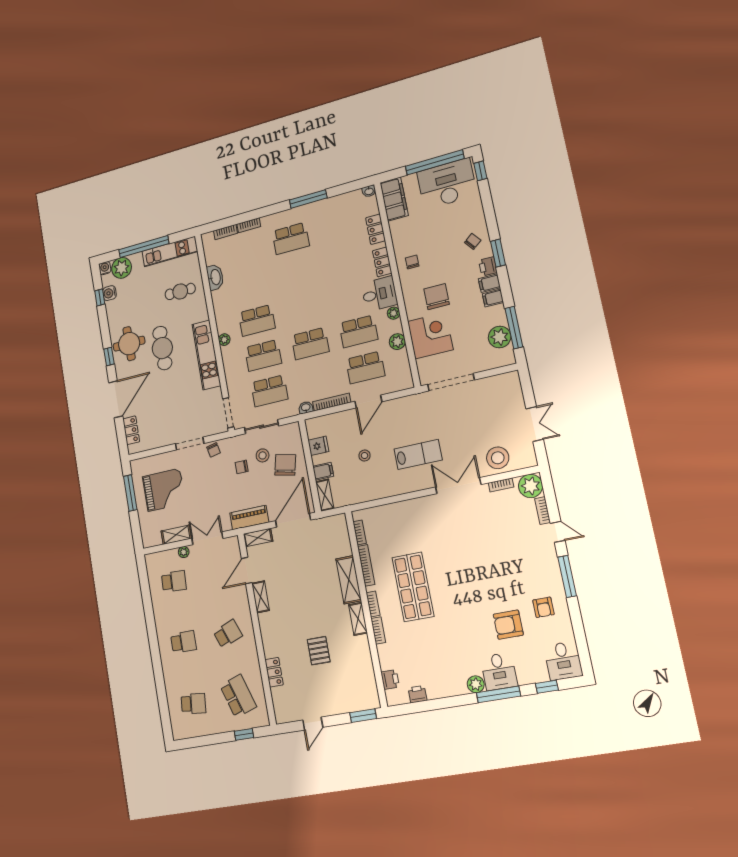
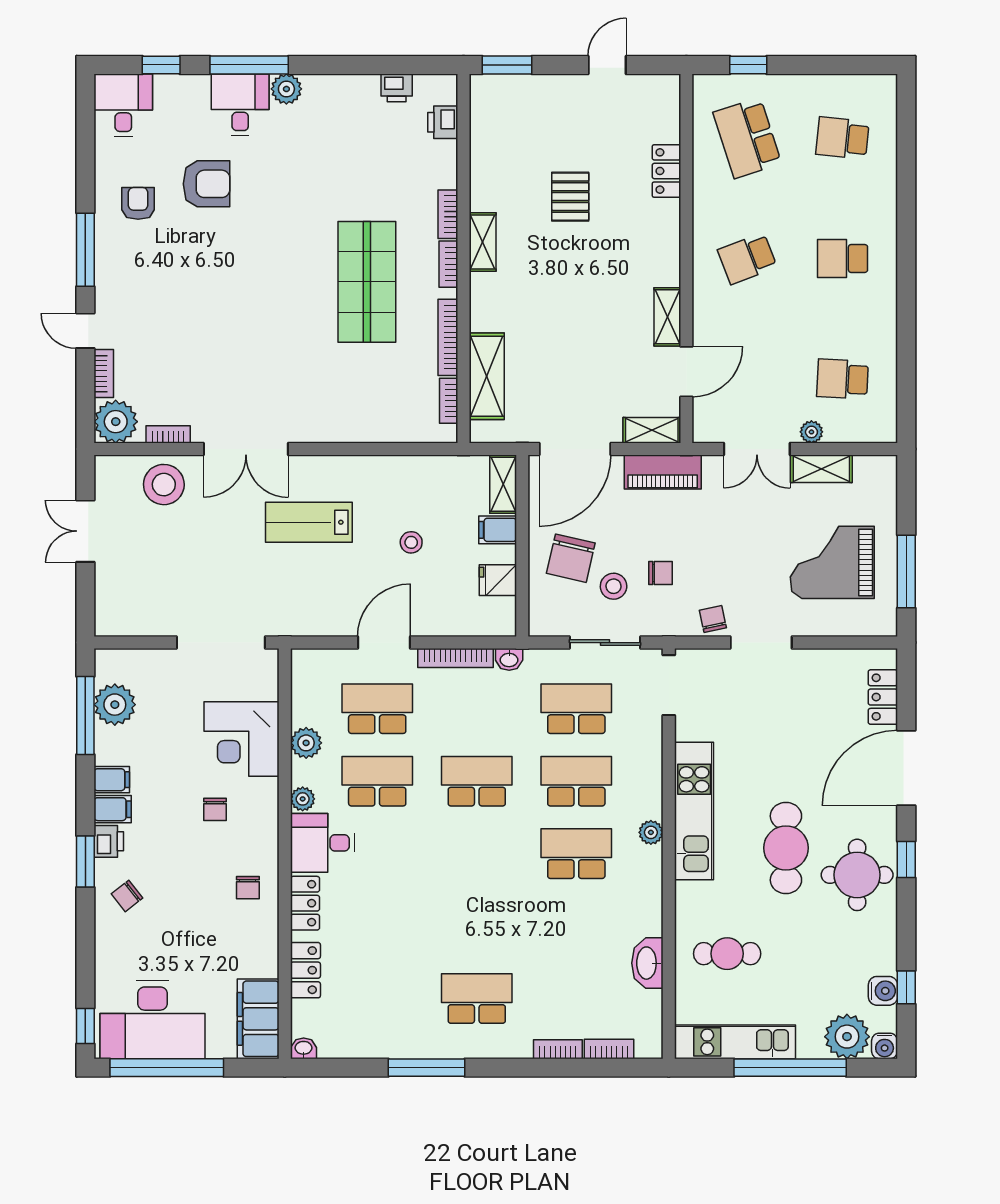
chair: (437, 297) -> (215, 809), width x0.54, depth x0.54
shelving: (349, 580) -> (487, 376), moved

